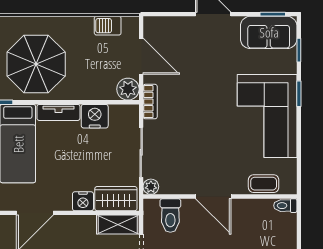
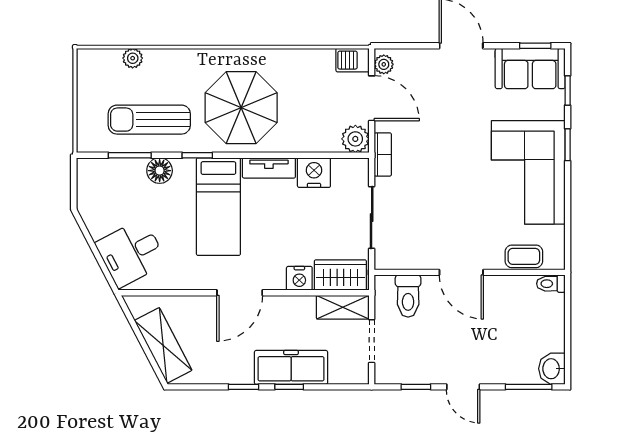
barbecue: (108, 26) -> (352, 60), moved
plant: (151, 187) -> (384, 64), moved

